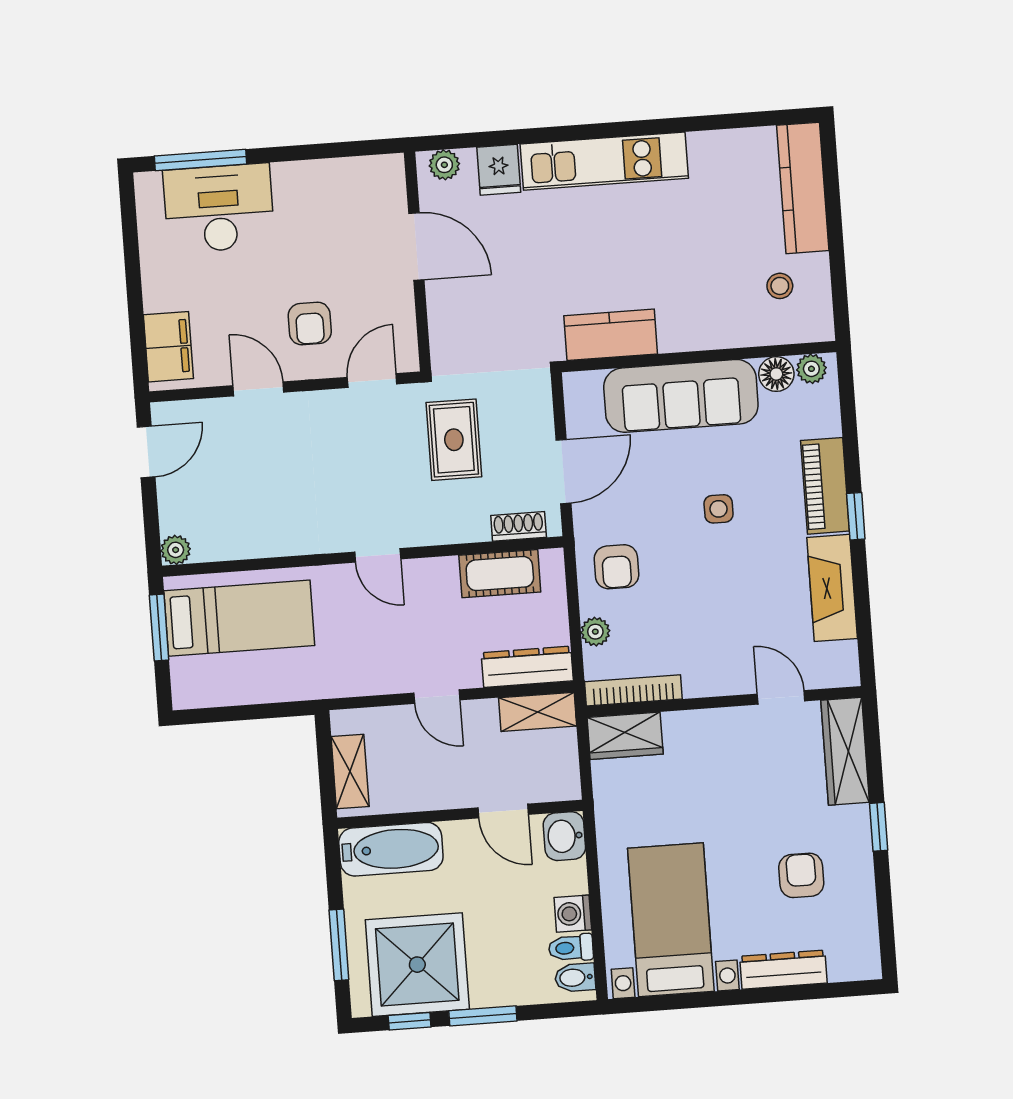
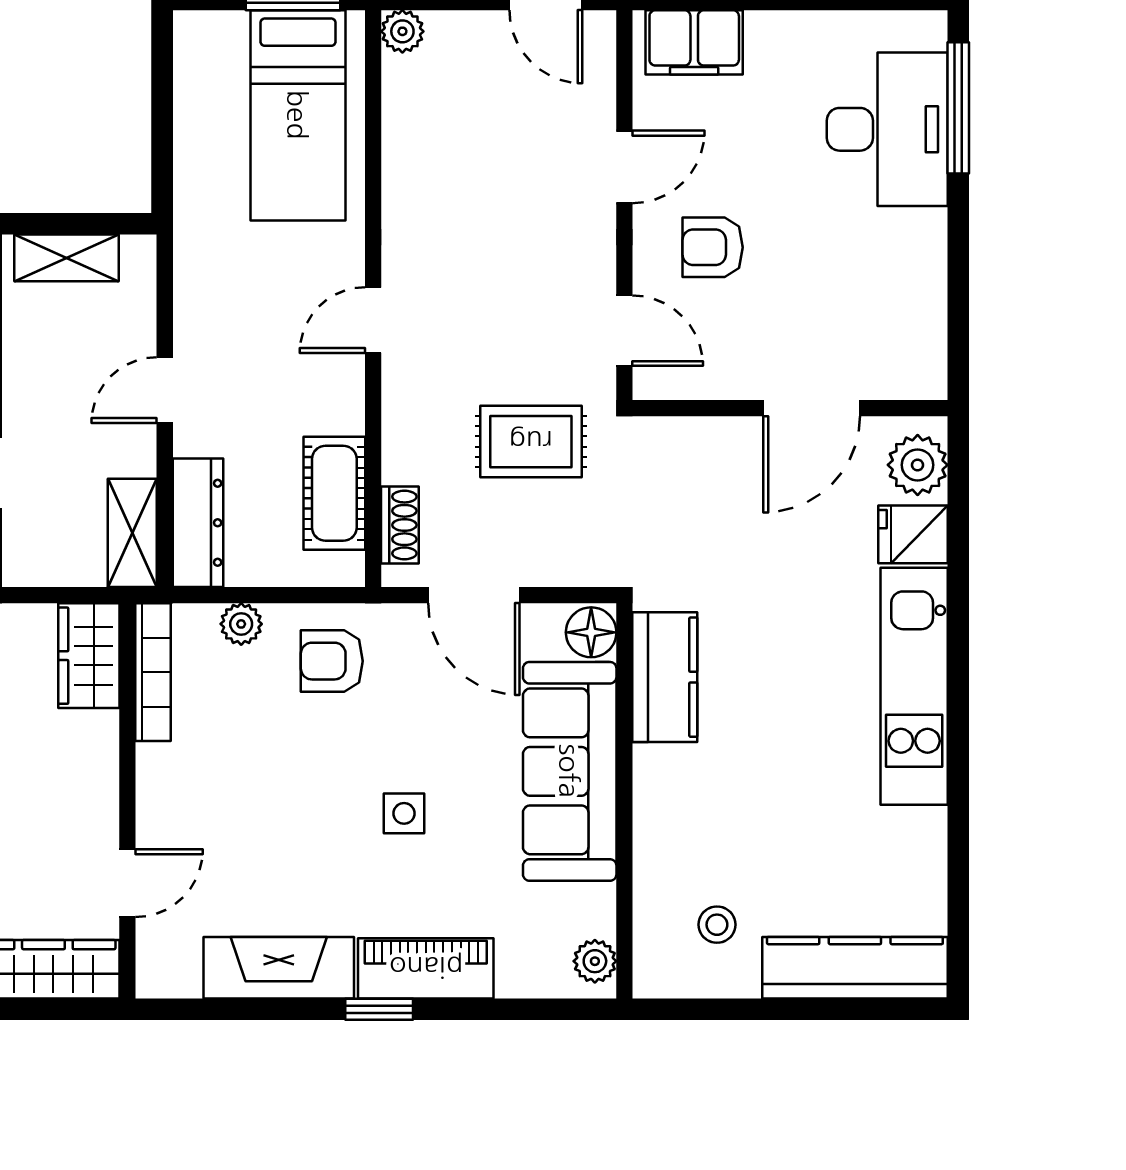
plant: (444, 165) -> (918, 465), width x1.38, depth x1.38
floor lamp: (776, 374) -> (591, 632), moved

